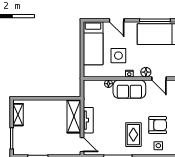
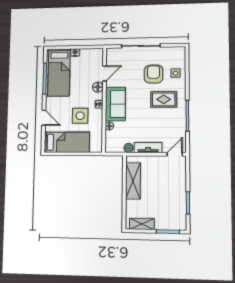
door: (117, 20) -> (44, 118), hinge flipped
plant: (88, 102) -> (128, 148), added
shelving: (74, 116) -> (133, 181), moved, turned 90

